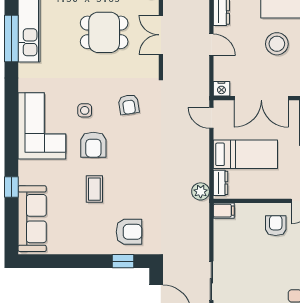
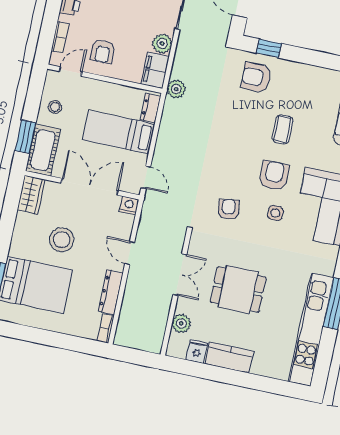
plant: (201, 191) -> (176, 89), moved
filing cabinet: (224, 211) -> (155, 70), width x2.00
plant: (223, 245) -> (162, 44), added

